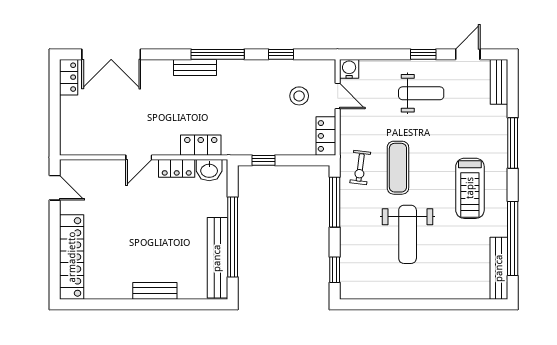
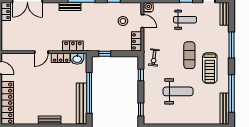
exercise mat: (398, 168) -> (189, 55), moved
window: (335, 202) -> (141, 75), width x0.46
weight bench: (408, 234) -> (178, 91), turned -90

